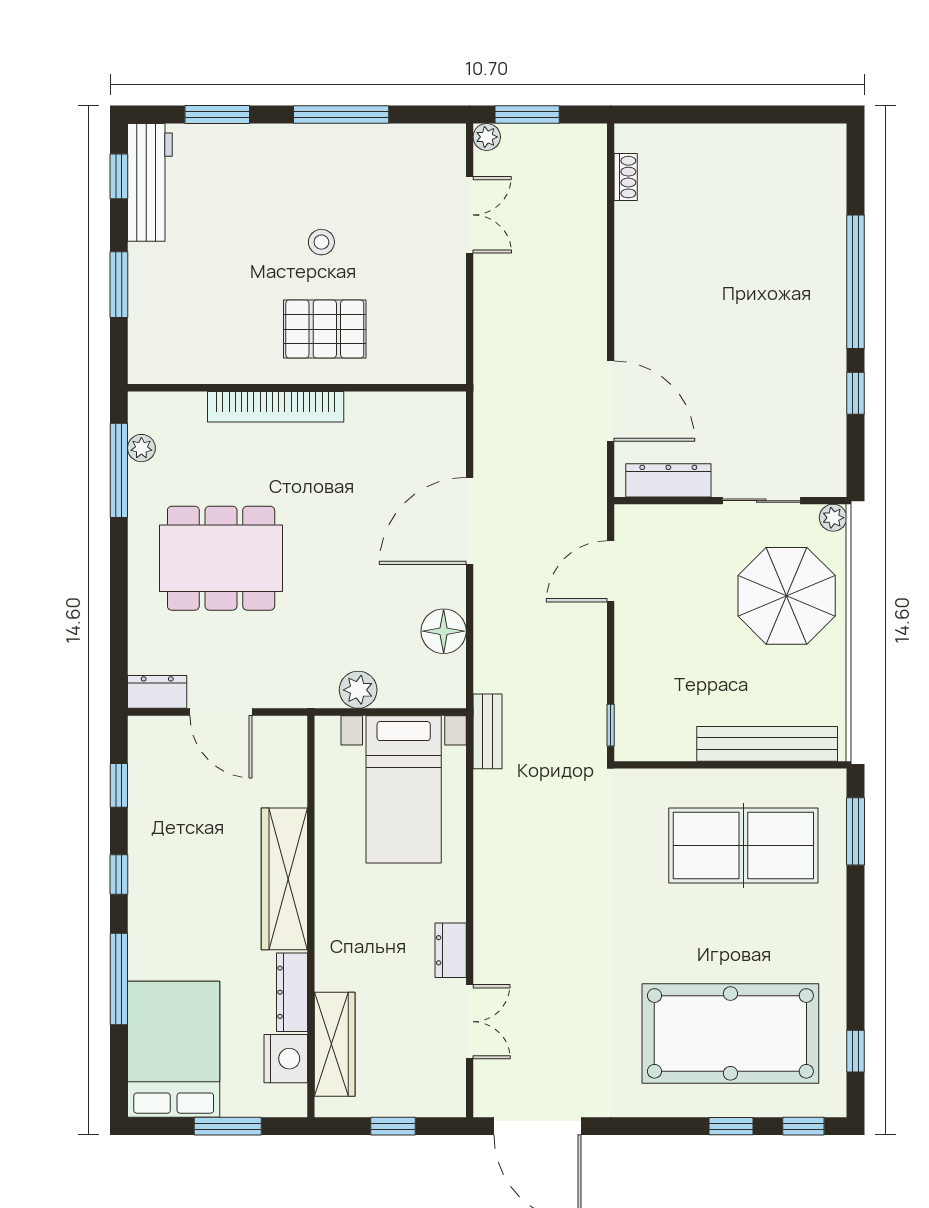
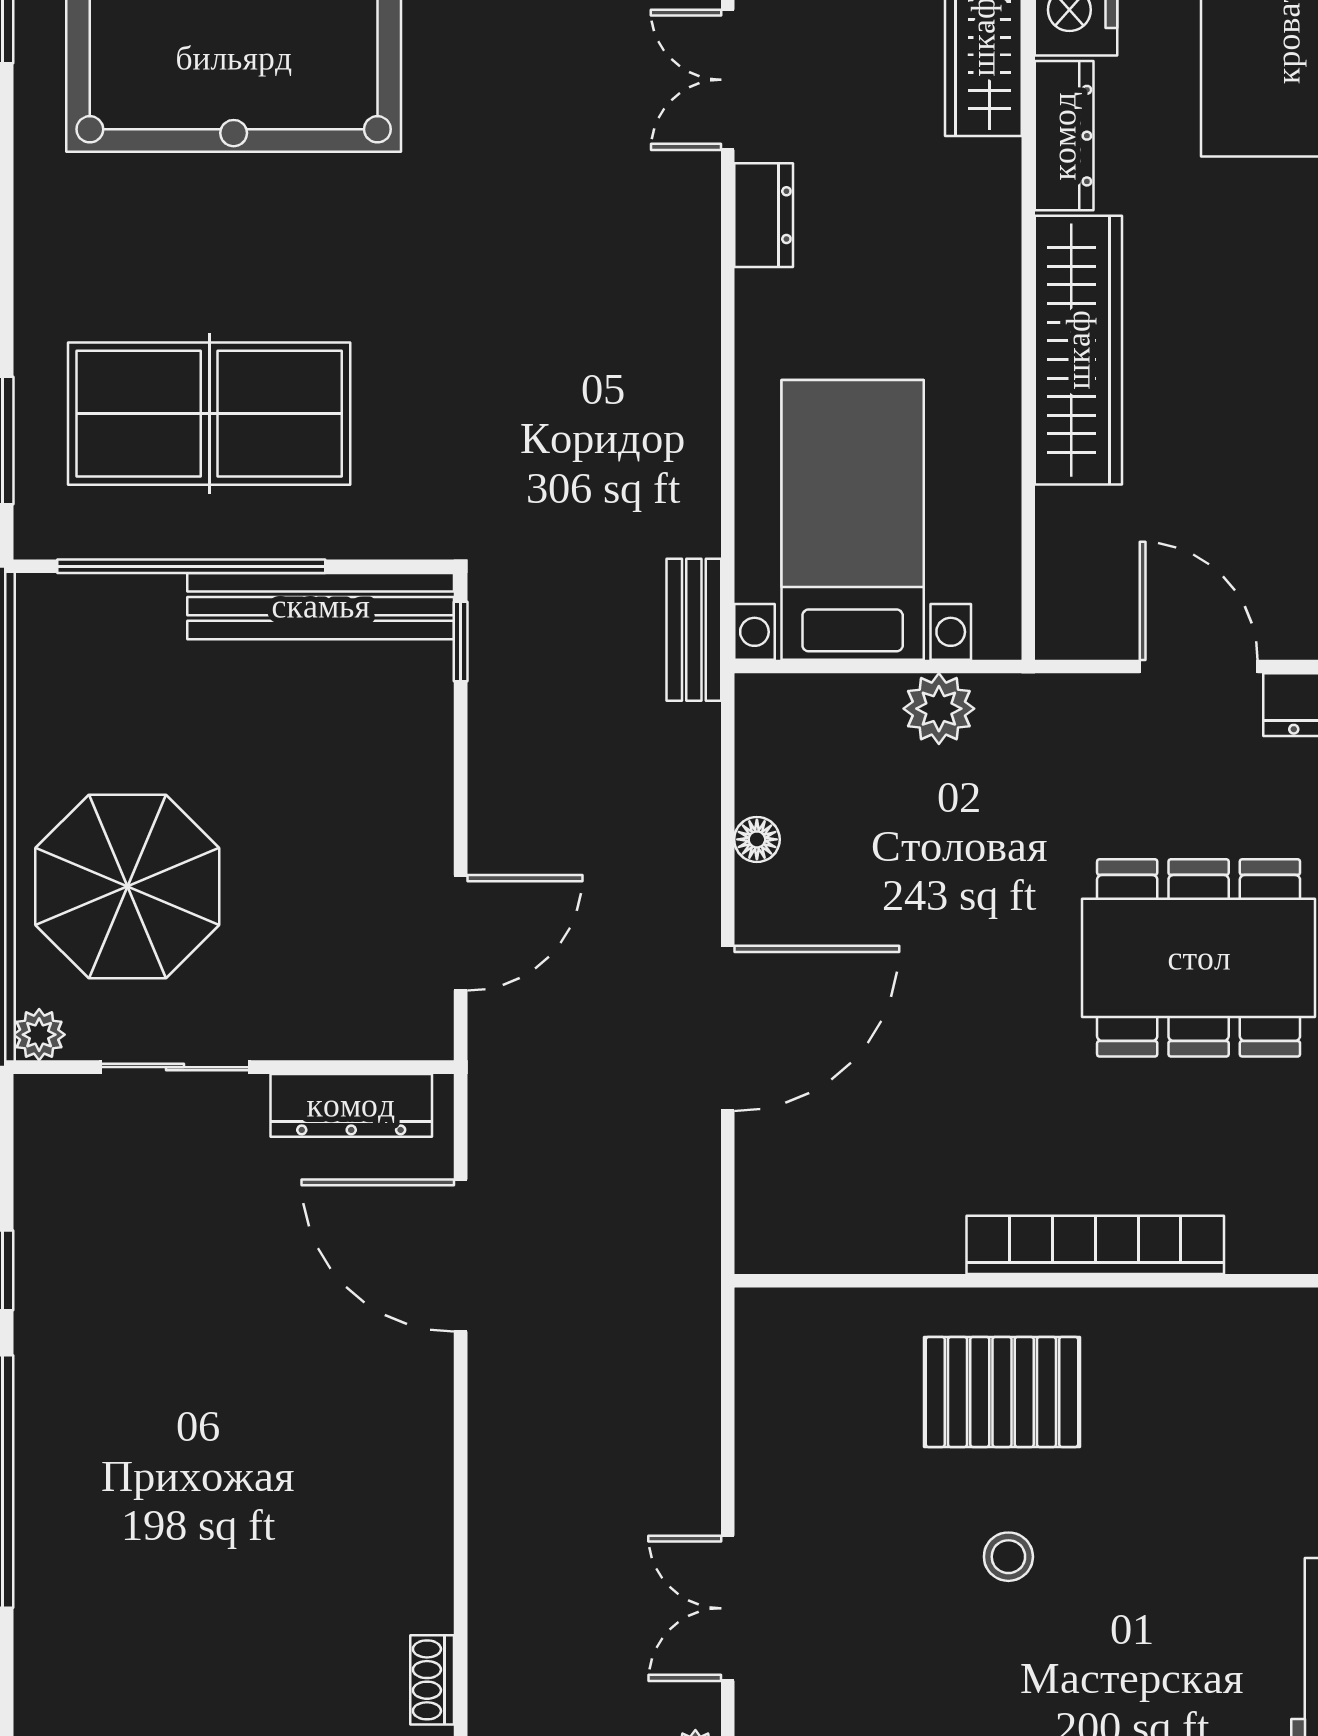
floor lamp: (444, 631) -> (757, 839), width x0.53, depth x0.53
bench: (767, 744) -> (321, 606), moved
window: (753, 765) -> (191, 566), added

